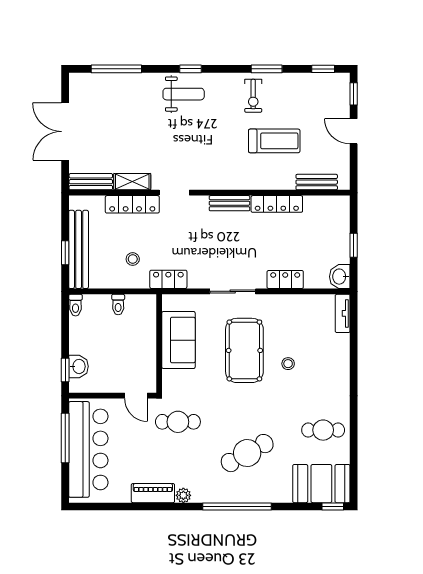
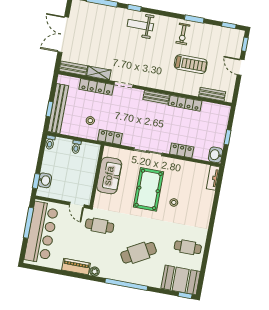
window: (190, 69) -> (134, 8), moved
weight bench: (184, 94) -> (140, 25), turned 180

